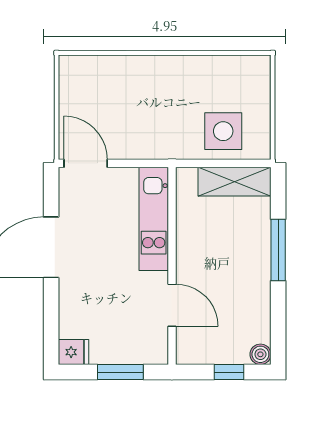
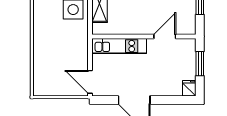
door: (86, 163) -> (90, 82), hinge flipped

